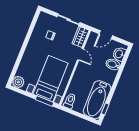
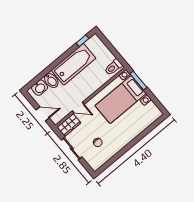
door: (80, 54) -> (78, 108), swing flipped
plant: (18, 82) -> (154, 113), removed
bathtub: (97, 100) -> (74, 64), moved

